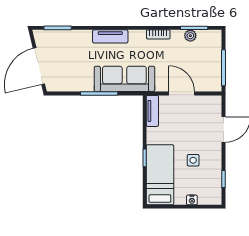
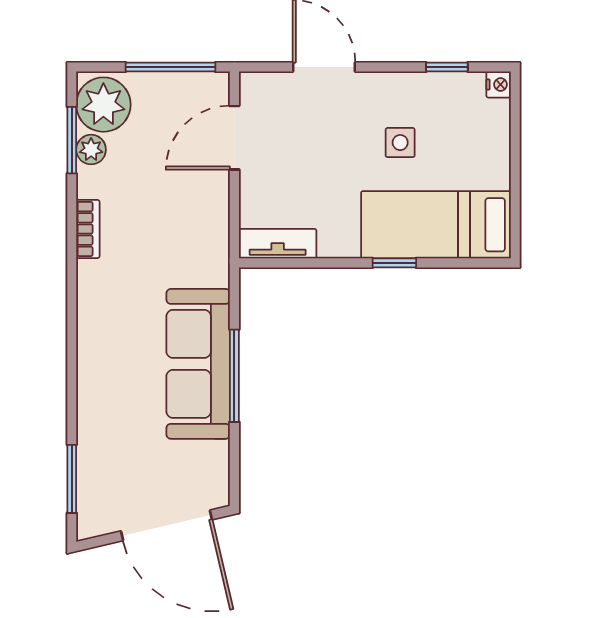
tv unit: (110, 36) -> (93, 348), removed
plant: (208, 41) -> (103, 105), added
sofa: (124, 79) -> (198, 364), moved
door: (182, 93) -> (234, 138), moved
nightstand: (192, 200) -> (499, 85), moved

